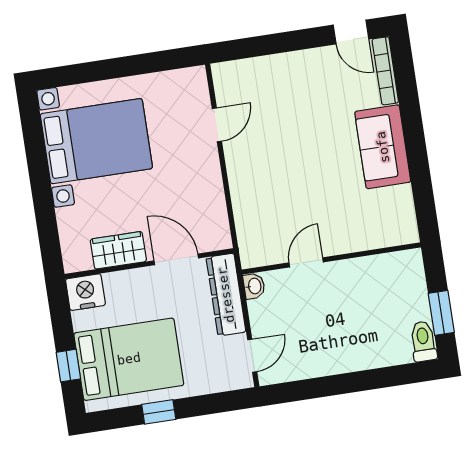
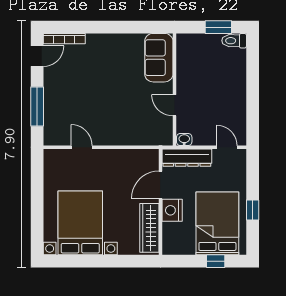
window: (271, 44) -> (37, 106), added
sofa: (383, 147) -> (159, 58), moved, turned 90
wardrobe: (118, 250) -> (149, 228), width x1.50
nightstand: (85, 292) -> (172, 210), moved

